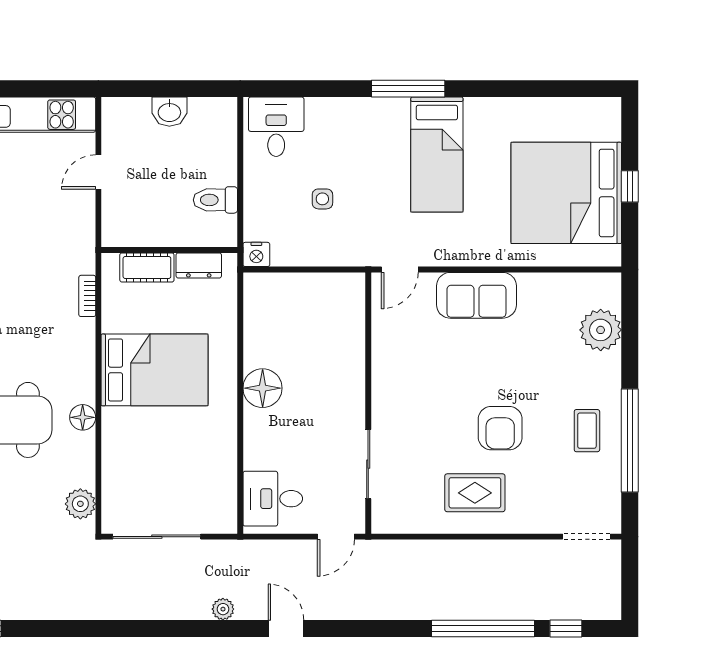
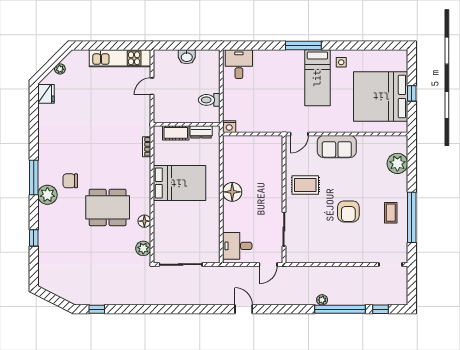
side table: (322, 199) -> (341, 62), moved
floor lamp: (83, 417) -> (144, 221), moved
rug: (475, 493) -> (305, 185), moved
plant: (223, 609) -> (322, 300), moved

